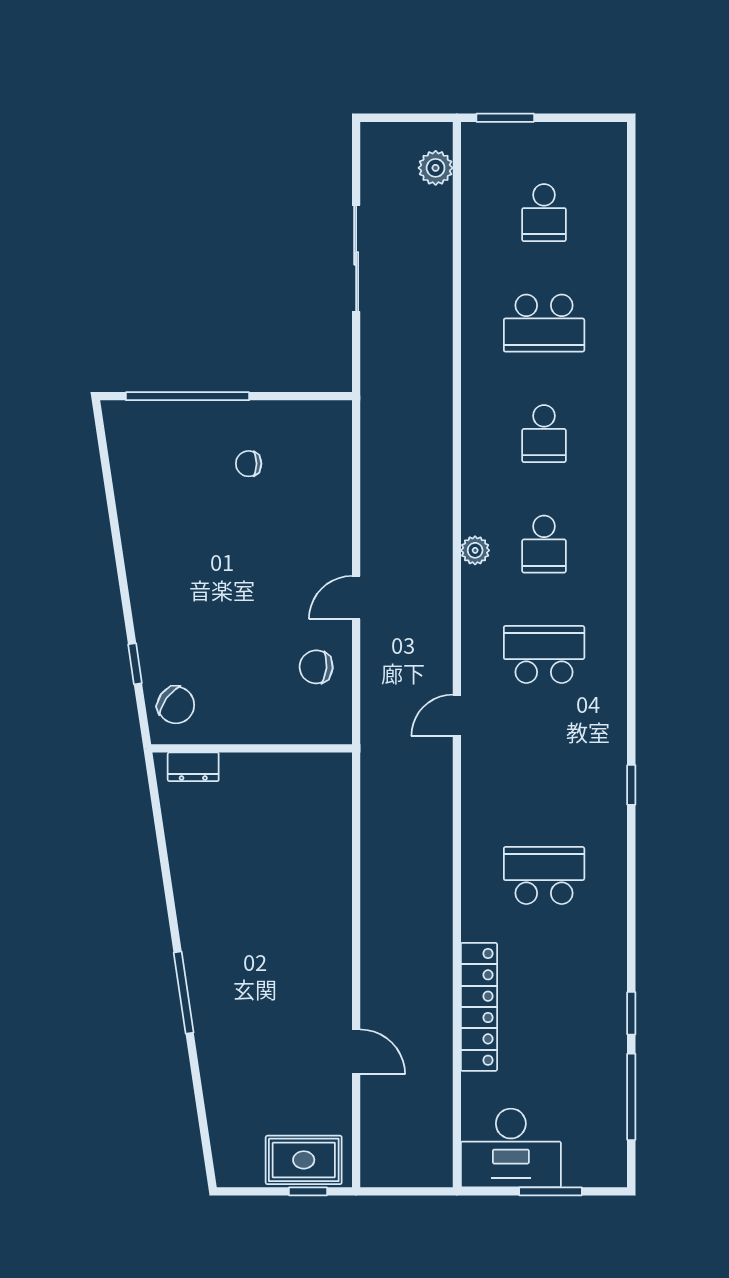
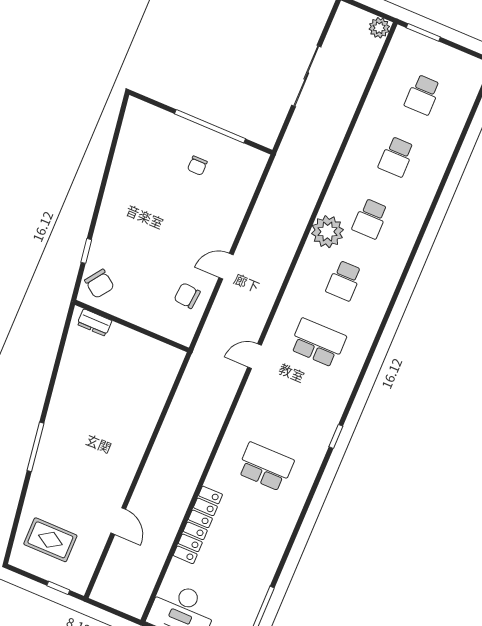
plant: (436, 168) -> (379, 28), moved
school desk: (544, 323) -> (396, 157), width x0.54
window: (187, 396) -> (210, 126), moved
chair: (249, 464) -> (197, 166), turned -90
plant: (475, 550) -> (327, 232), moved, width x1.88, depth x1.88
window: (631, 1013) -> (282, 565), removed
rug: (304, 1160) -> (50, 540), moved

